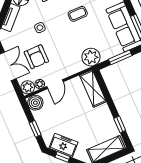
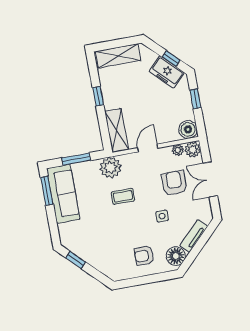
coffee table: (78, 14) -> (123, 196), moved
door: (55, 84) -> (148, 148), moved
window: (120, 124) -> (98, 96), moved

